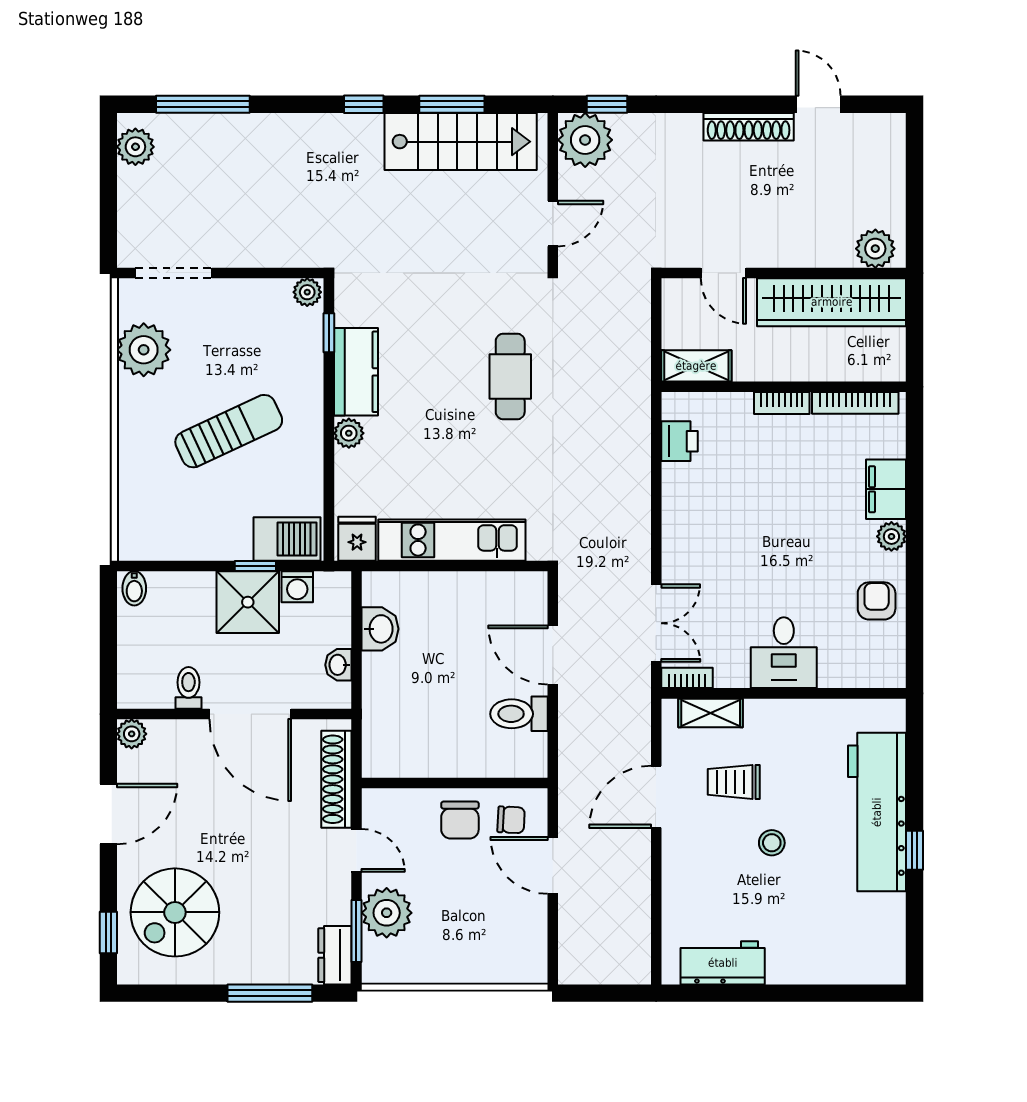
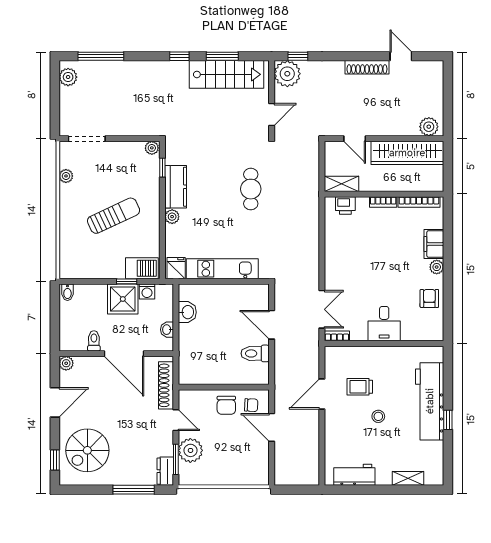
plant: (144, 350) -> (66, 176), width x0.53, depth x0.53
printer: (680, 441) -> (345, 205), moved, turned 90
shelving: (711, 713) -> (408, 478), moved

